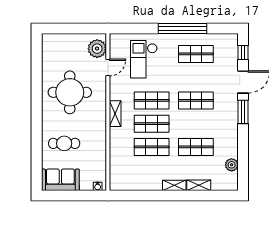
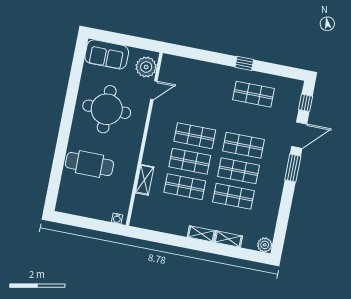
window: (183, 29) -> (244, 63), width x0.32
checkout: (144, 59) -> (195, 89), removed
shelving: (115, 114) -> (145, 180), moved
shop shelf: (196, 124) -> (238, 171), added
cafe table: (64, 143) -> (89, 164), width x1.37, depth x1.35
plant: (232, 165) -> (265, 245), moved
sofa: (60, 180) -> (107, 54), moved, turned 180

